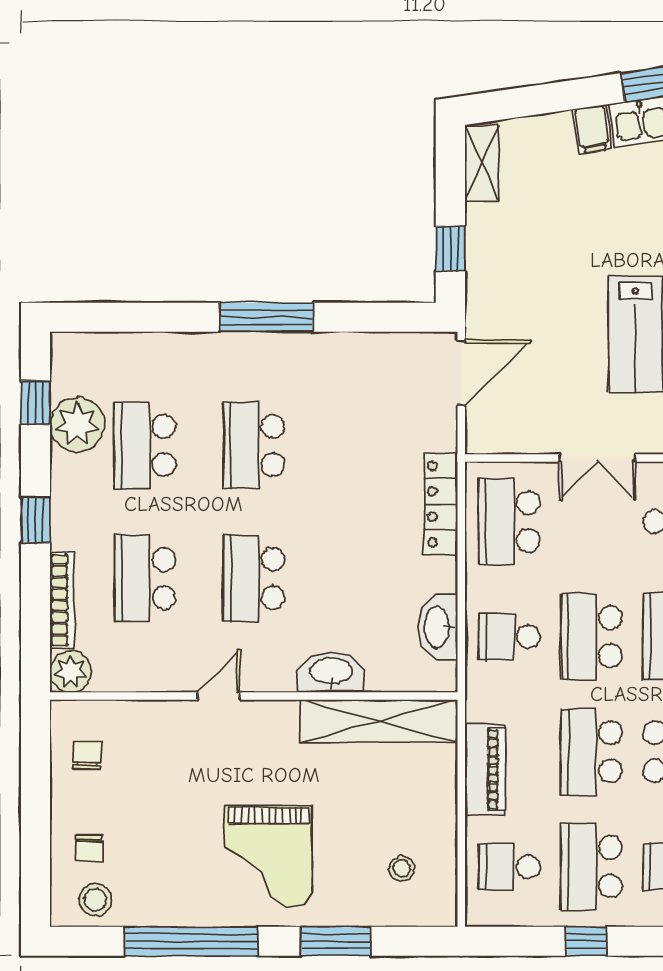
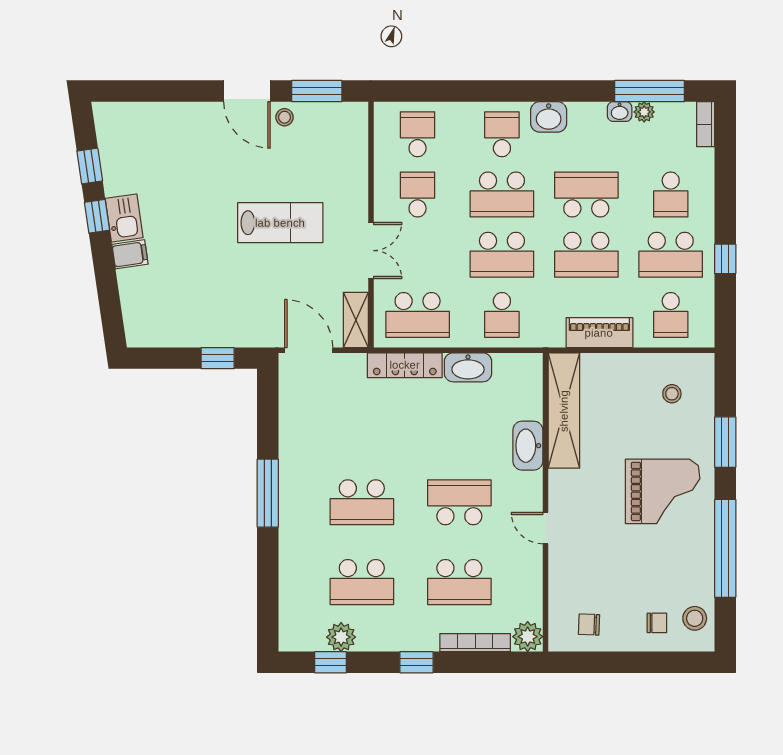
shelving: (482, 163) -> (356, 320), moved, turned 90
plant: (77, 424) -> (341, 637), width x0.73, depth x0.73
school desk: (254, 579) -> (459, 502), turned 180
washbasin: (438, 627) -> (468, 367), moved

